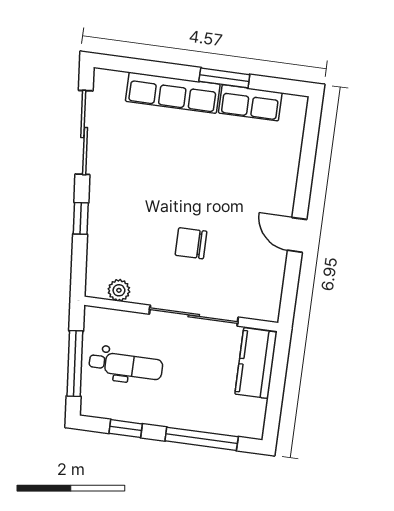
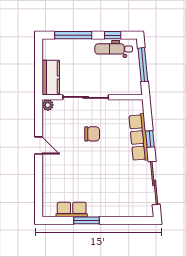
row of seats: (173, 93) -> (139, 137), moved, turned -95
plant: (119, 290) -> (48, 105), moved
dental chair: (126, 365) -> (114, 49), moved

